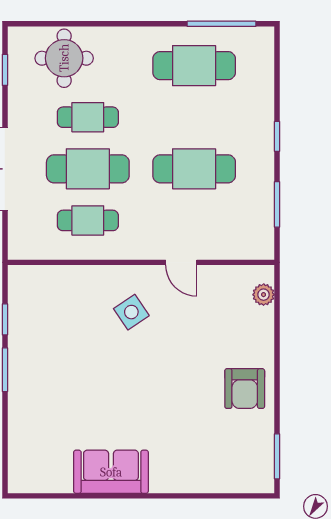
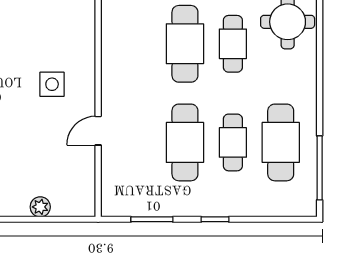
cafe table: (88, 220) -> (233, 142), moved
plant: (264, 295) -> (40, 207), moved
side table: (131, 312) -> (52, 84), turned 34

